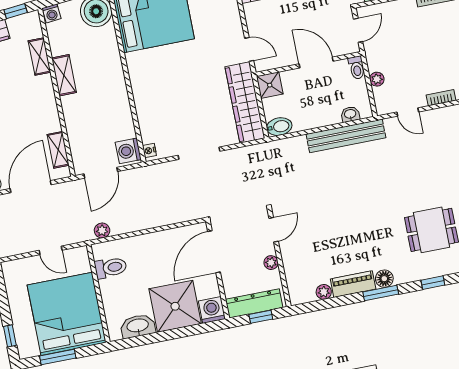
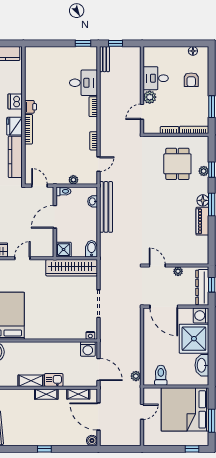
door: (249, 49) -> (22, 258), moved
shelving: (39, 57) -> (46, 394), moved
kitchen sink: (72, 109) -> (54, 380), added
plant: (324, 292) -> (204, 171), moved

